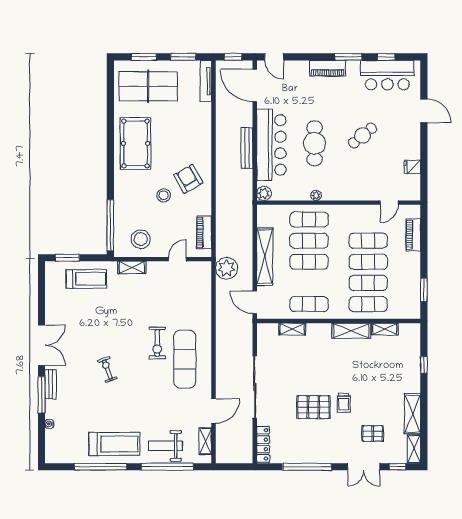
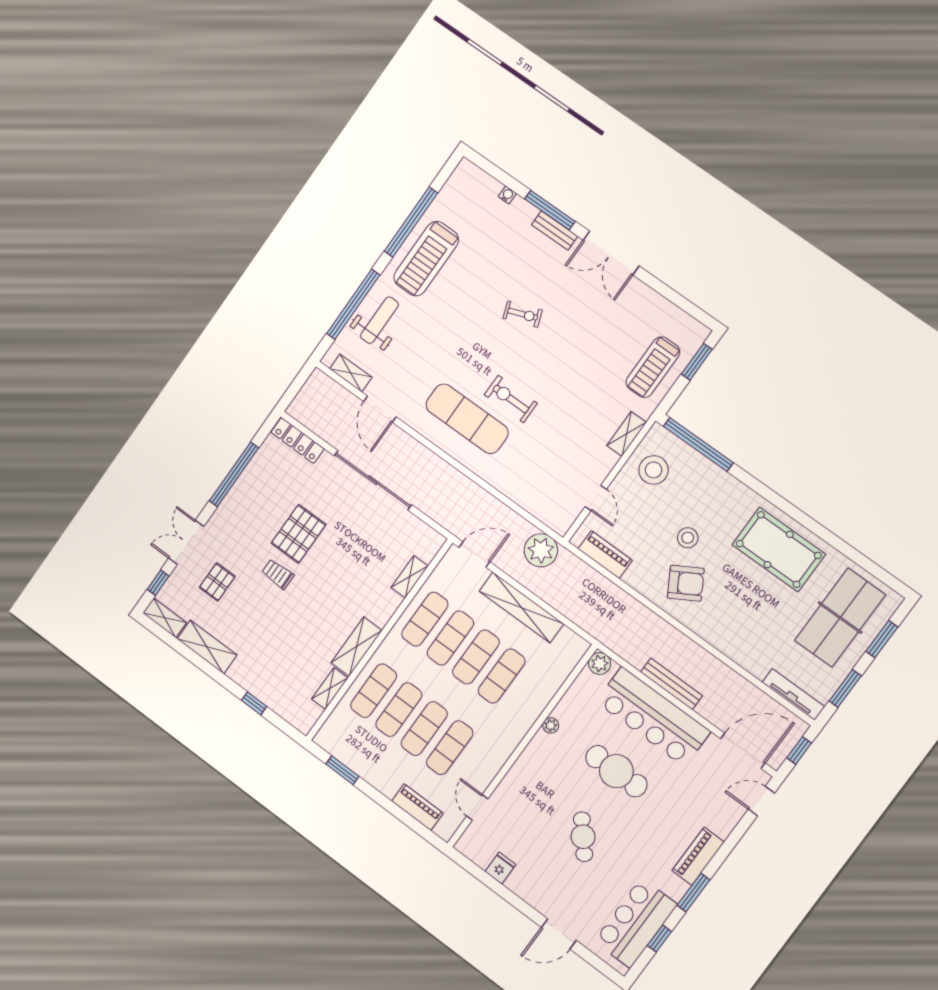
exercise mat: (309, 219) -> (450, 638), moved

